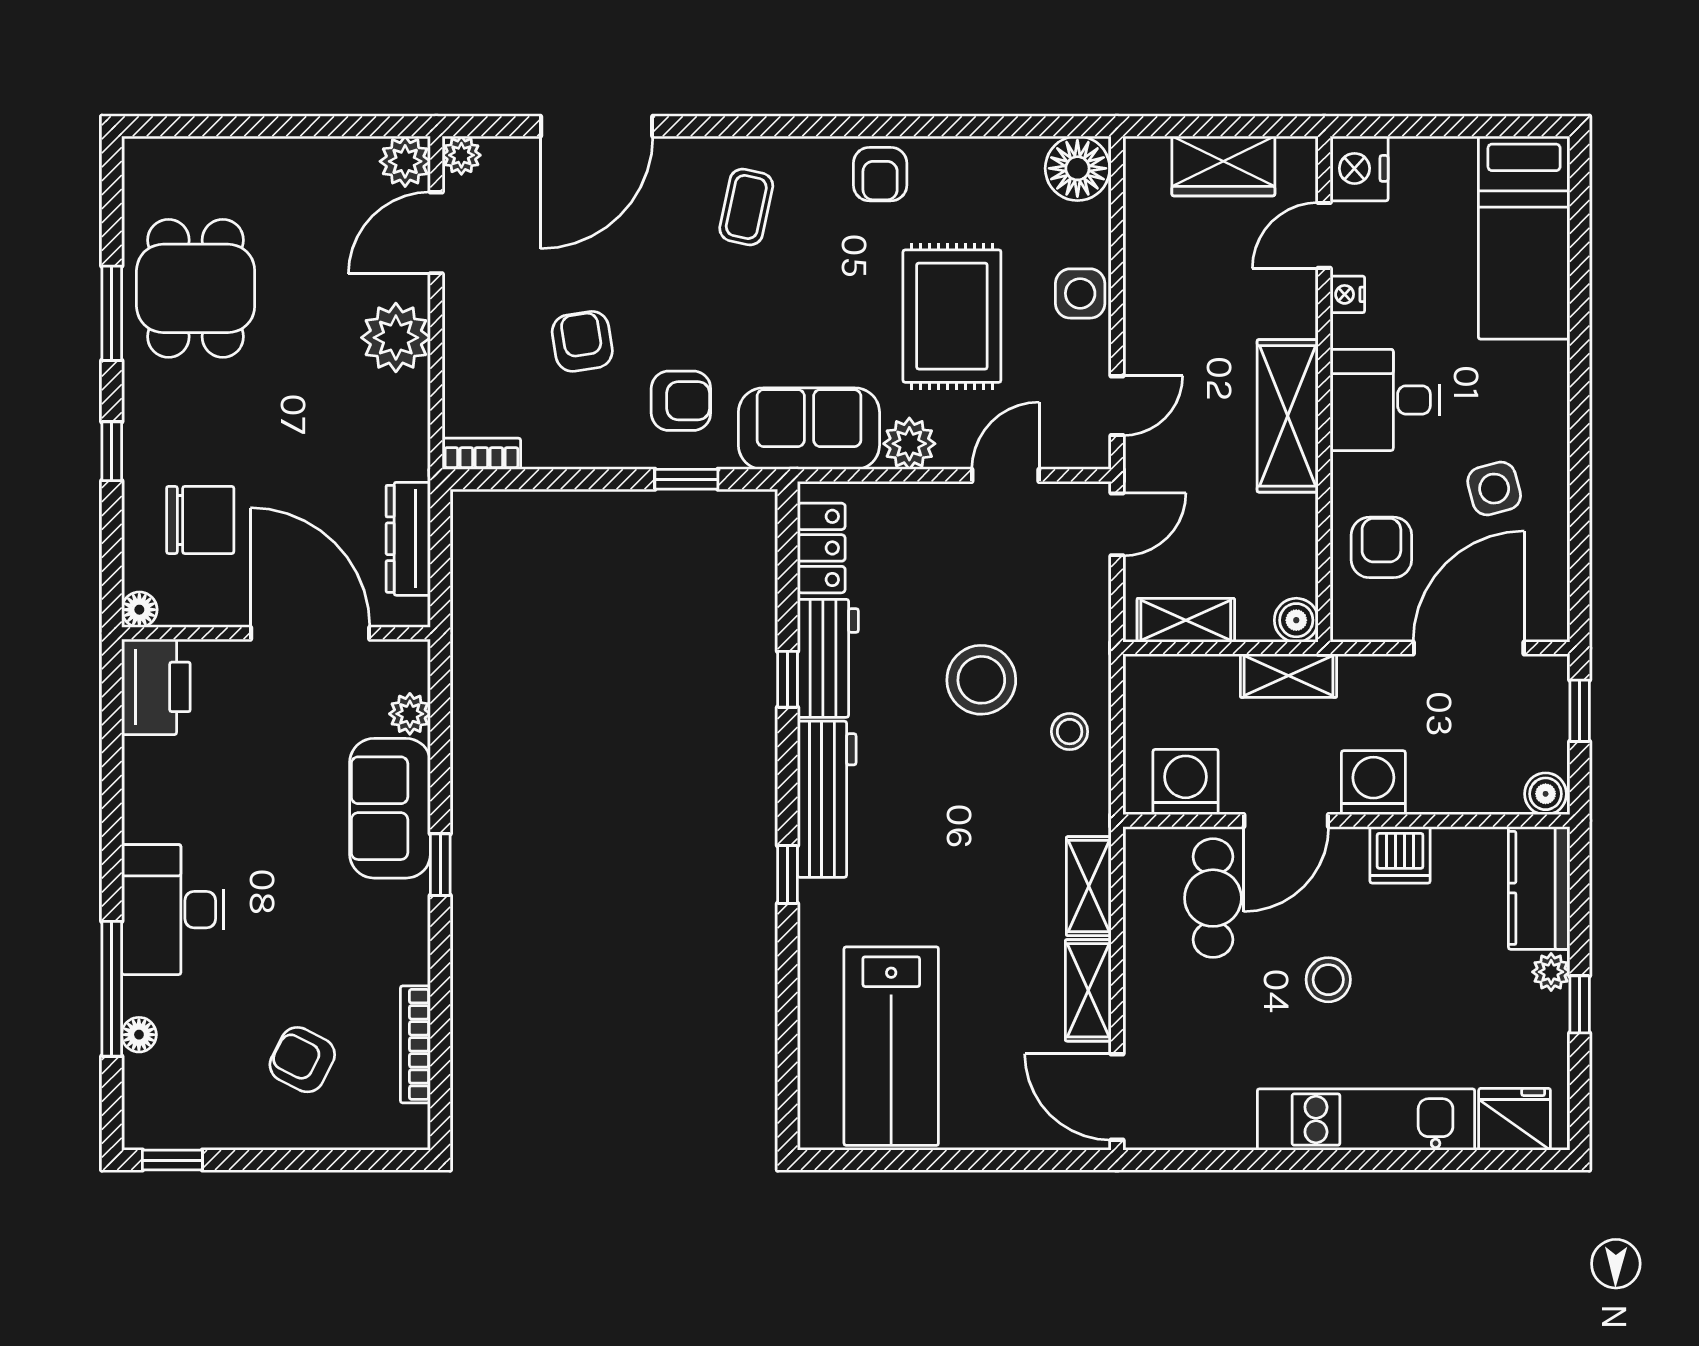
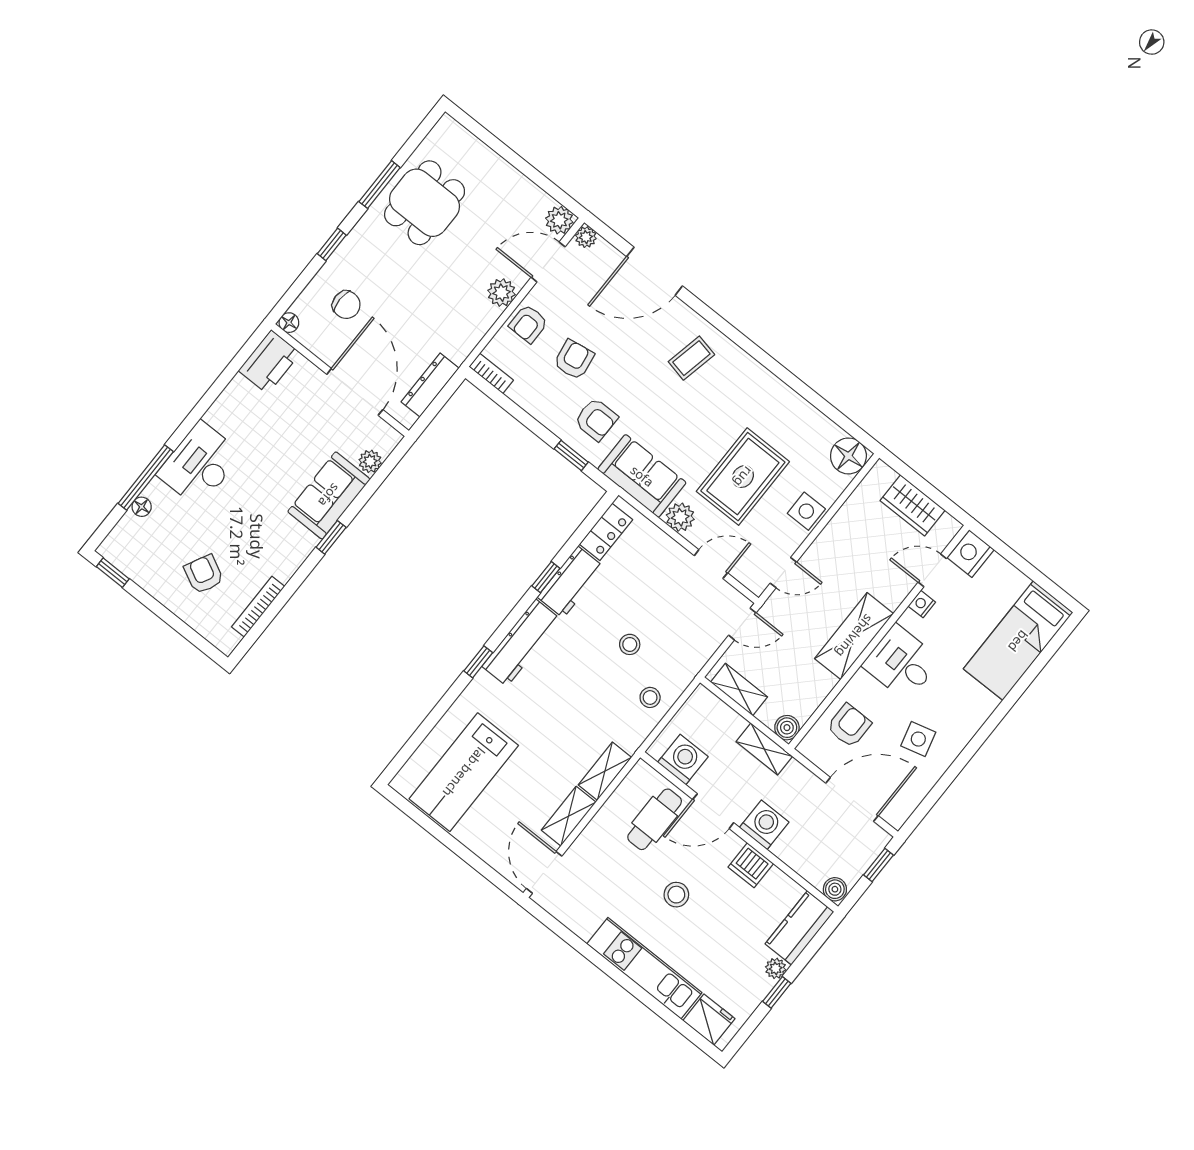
armchair: (880, 174) -> (528, 324), moved
plant: (396, 338) -> (502, 293), width x0.73, depth x0.73
chair: (200, 520) -> (346, 305), width x0.73, depth x0.73
stool: (981, 680) -> (630, 644), width x0.53, depth x0.53

